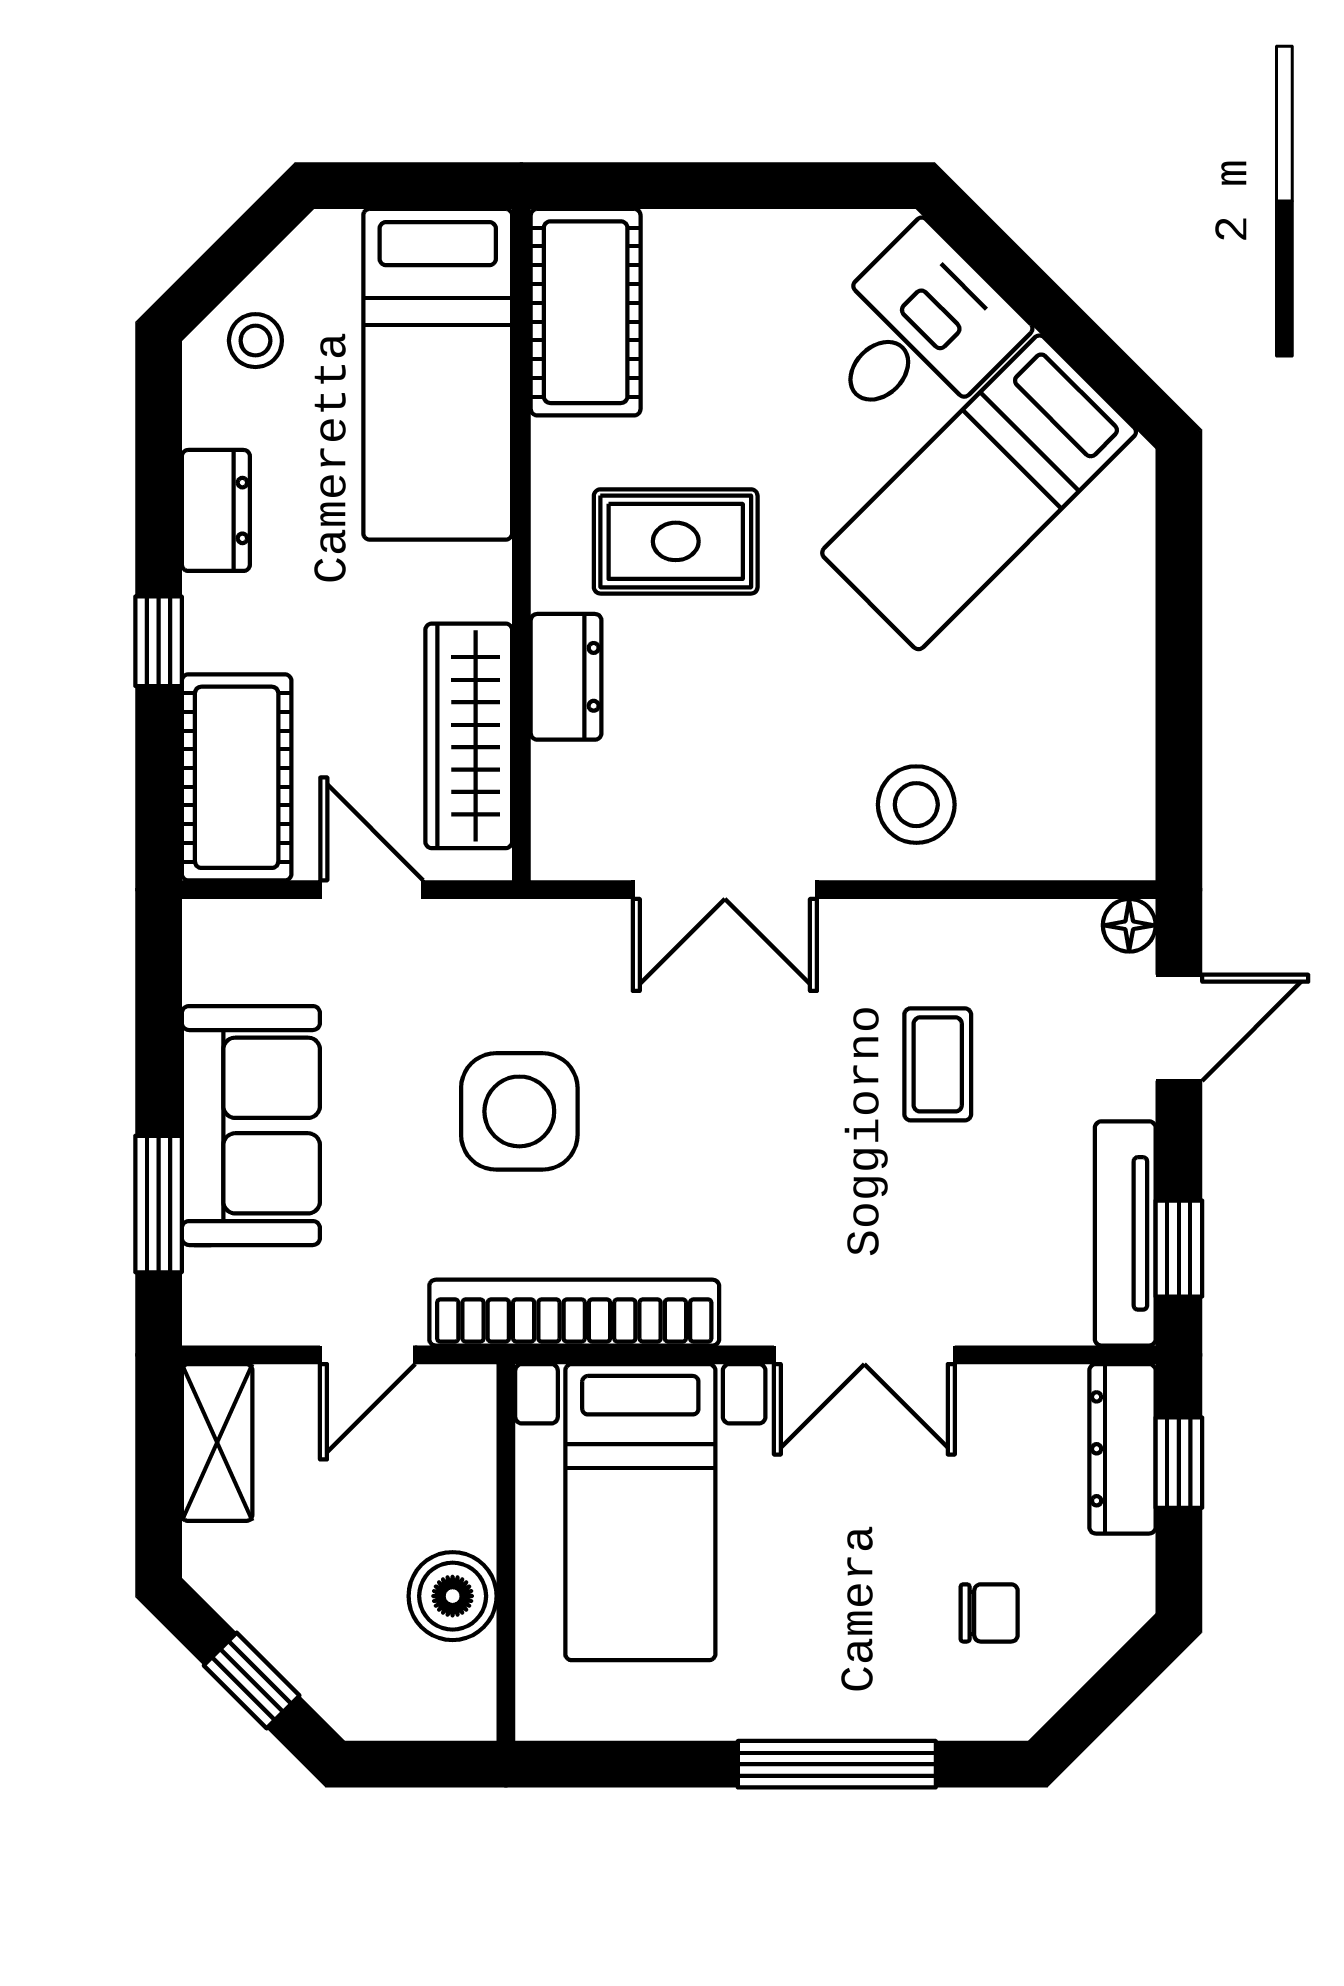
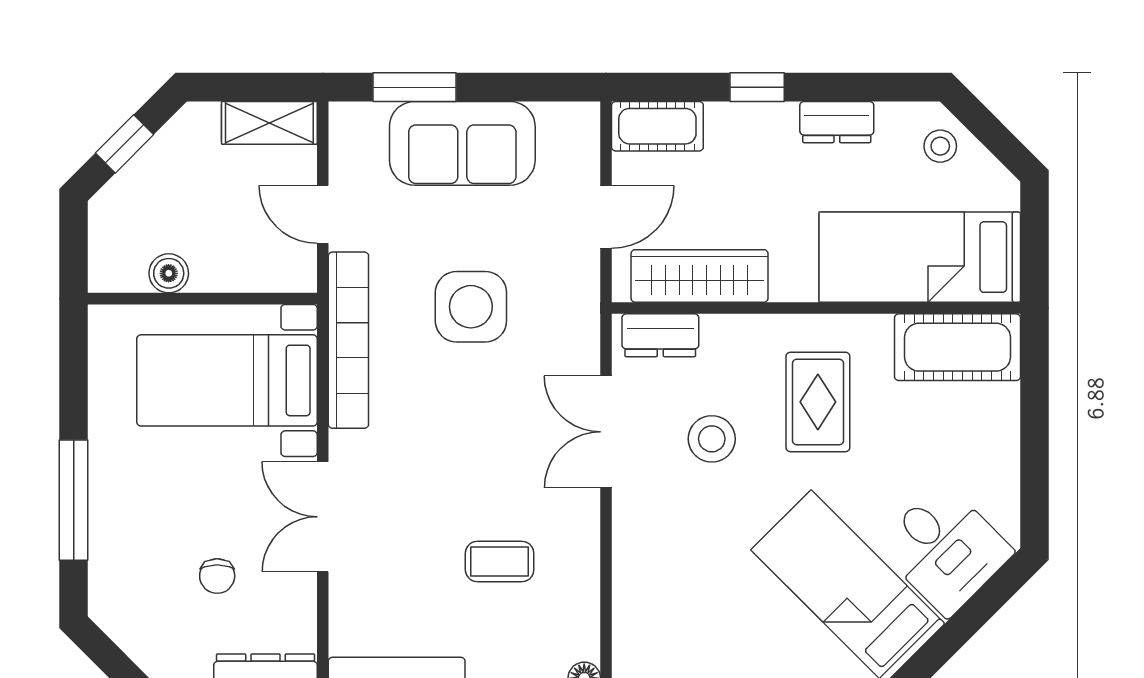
dresser: (566, 677) -> (660, 335), moved
cot: (237, 777) -> (657, 126), width x0.73, depth x0.75
stool: (916, 805) -> (712, 439), moved
boiler: (453, 1596) -> (169, 273), width x0.73, depth x0.73
chair: (989, 1613) -> (217, 576), moved

